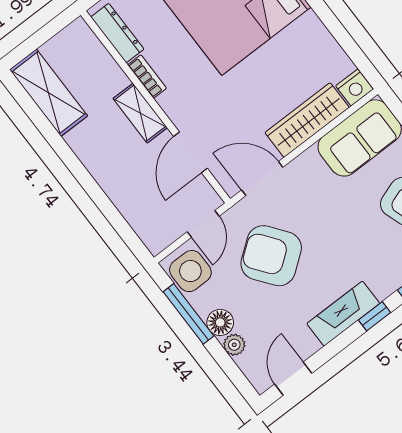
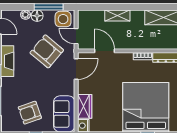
shelving: (140, 113) -> (117, 15), moved
wardrobe: (307, 120) -> (85, 106), width x0.67
armchair: (271, 256) -> (47, 51), turned -103

